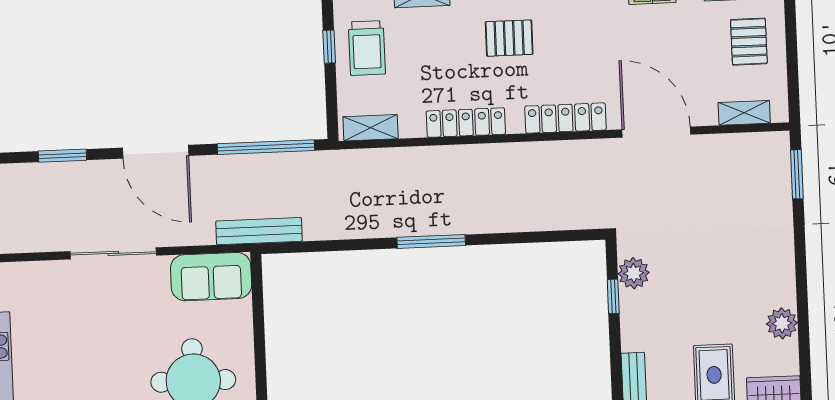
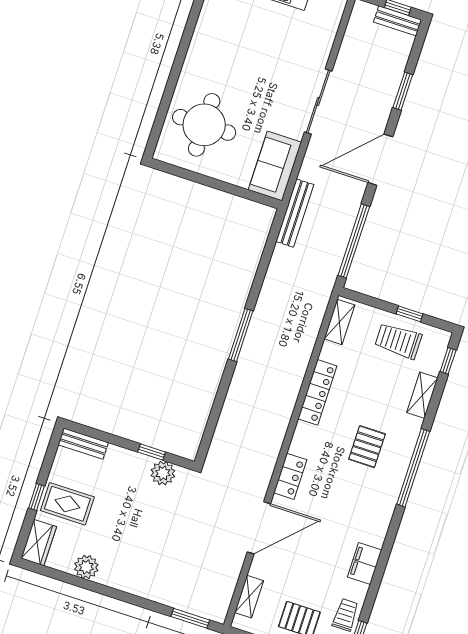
locker: (566, 118) -> (290, 476), width x0.66

